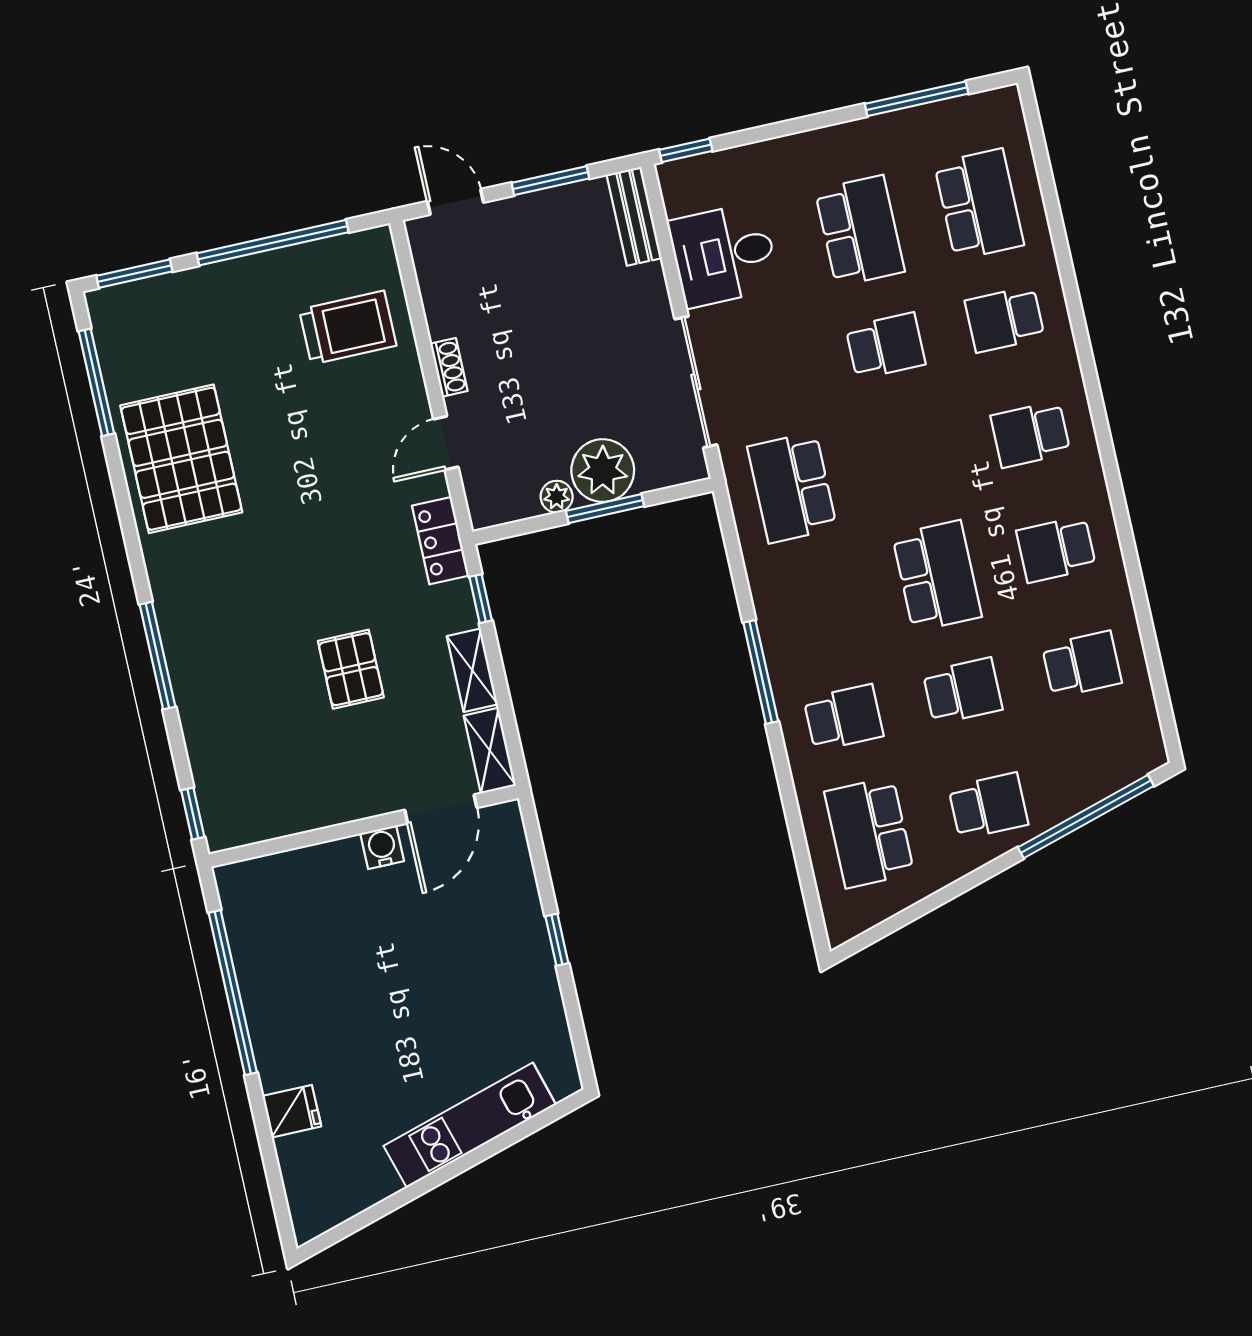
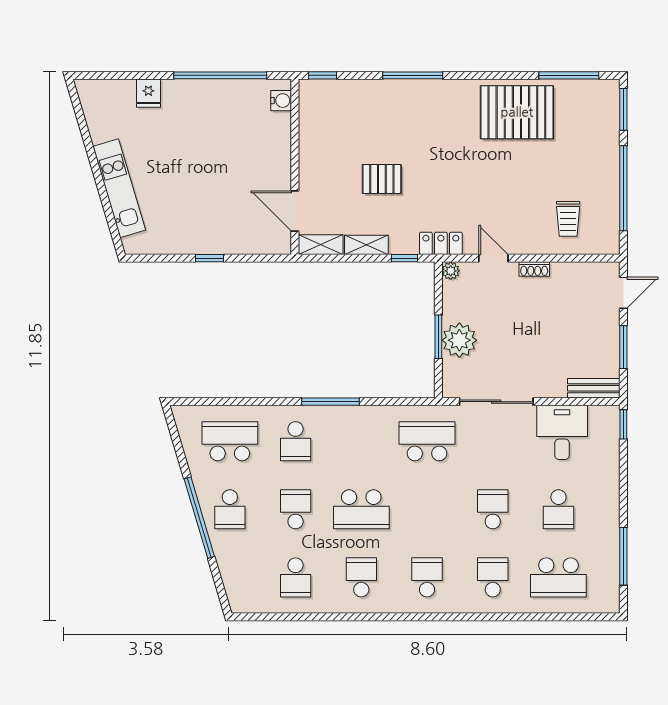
school desk: (860, 231) -> (558, 509), width x0.54
trolley: (348, 328) -> (568, 219), width x0.73, depth x0.72
school desk: (886, 346) -> (493, 509), turned 180
plant: (557, 497) -> (451, 271), moved
school desk: (963, 691) -> (296, 509), turned 180
window: (1086, 817) -> (199, 518), moved
water cooler: (382, 847) -> (281, 101), moved

